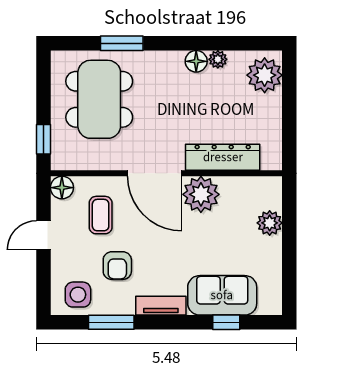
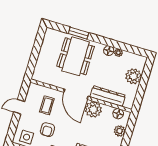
plant: (265, 75) -> (134, 76), moved
dining table: (99, 99) -> (76, 56), moved
window: (43, 139) -> (32, 65), removed
floor lamp: (62, 188) -> (118, 114), moved

